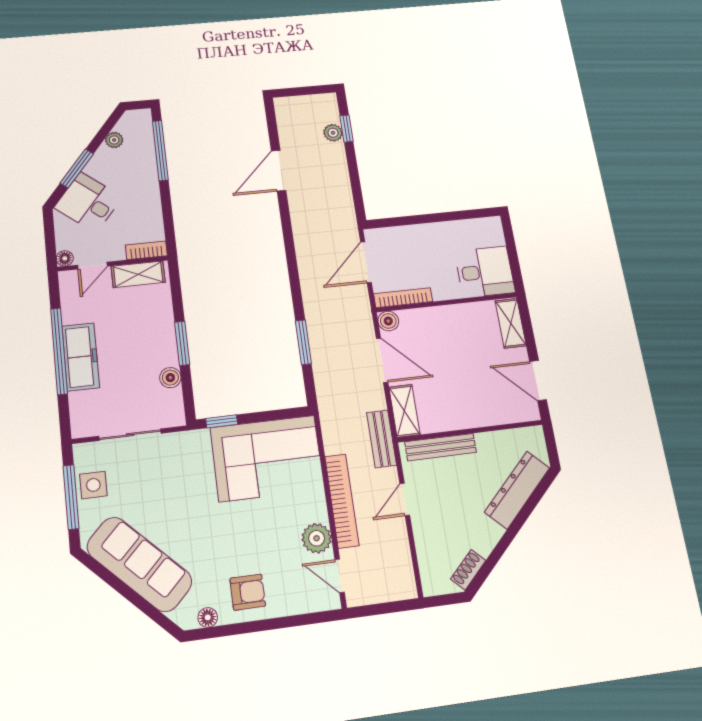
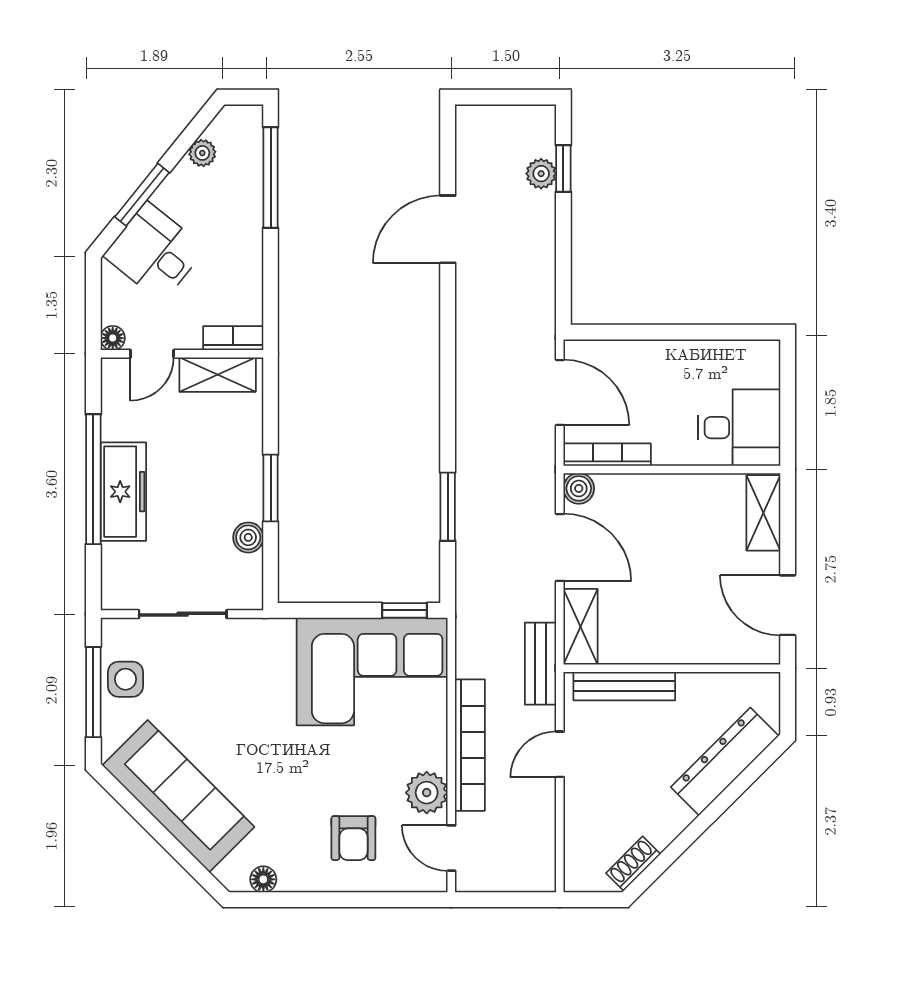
door: (366, 262) -> (560, 393), swing flipped
window: (222, 421) -> (404, 610), moved
armchair: (248, 592) -> (353, 838), moved, turned 90

